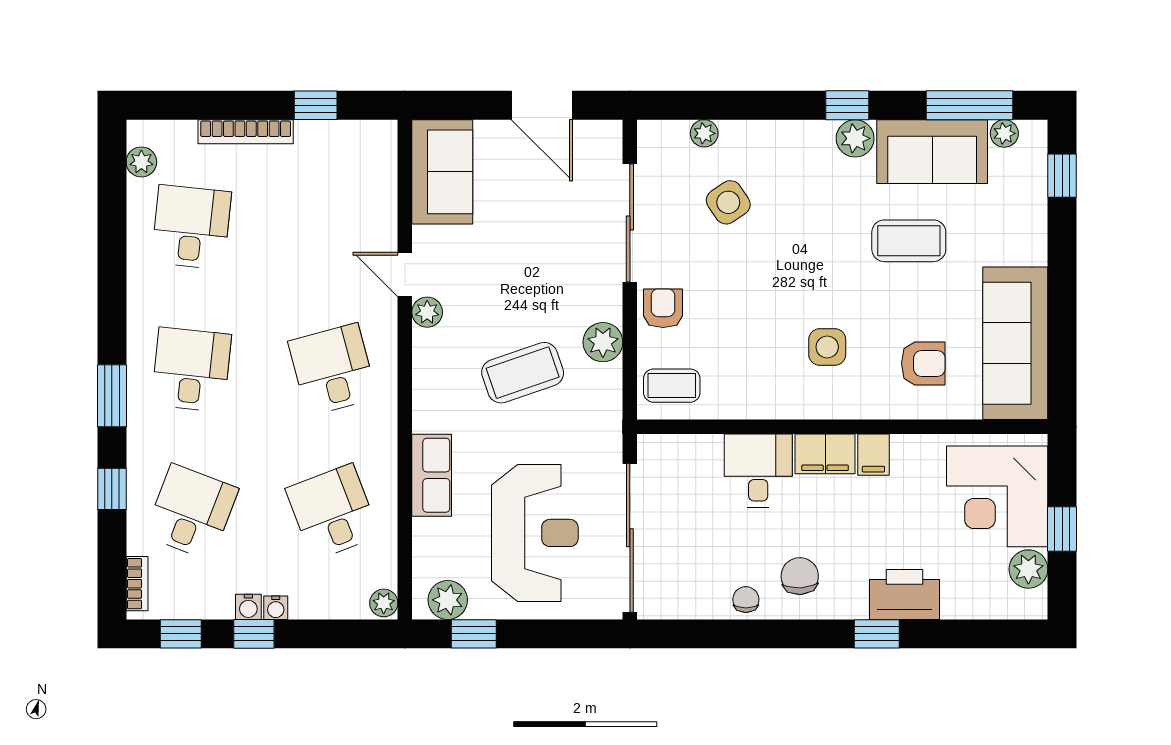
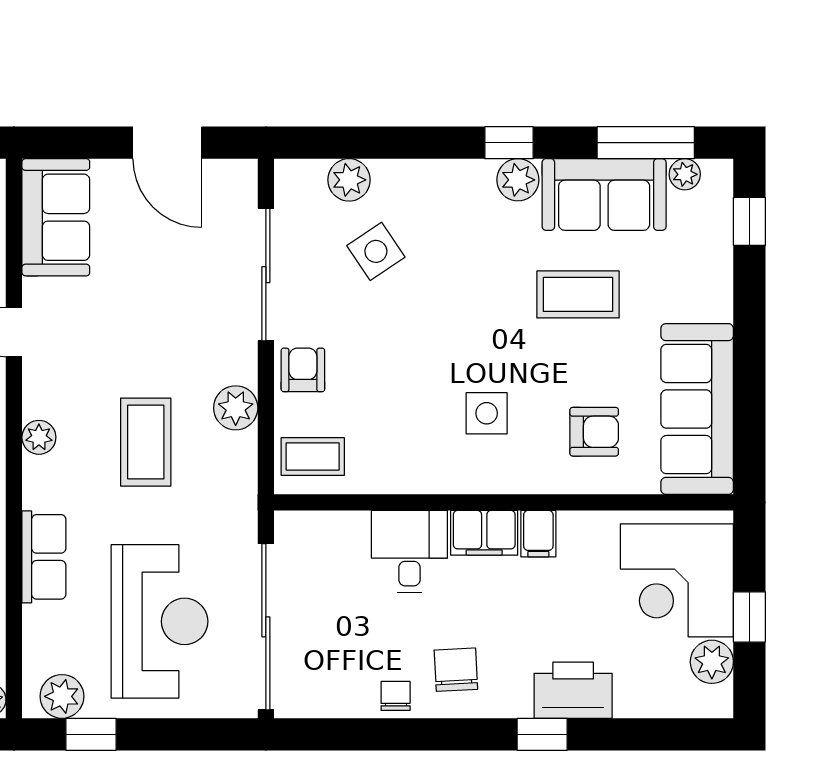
plant: (704, 133) -> (349, 180), width x1.38, depth x1.38
plant: (427, 312) -> (39, 437), moved
coffee table: (523, 373) -> (146, 442), turned -71

